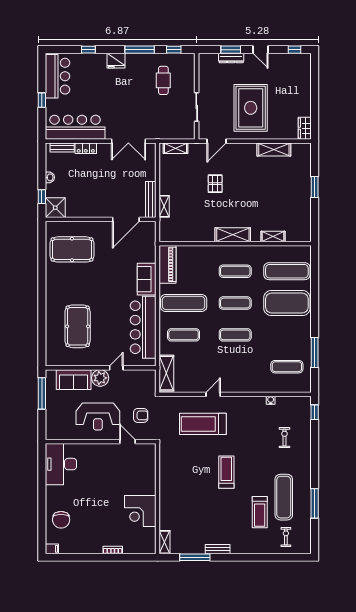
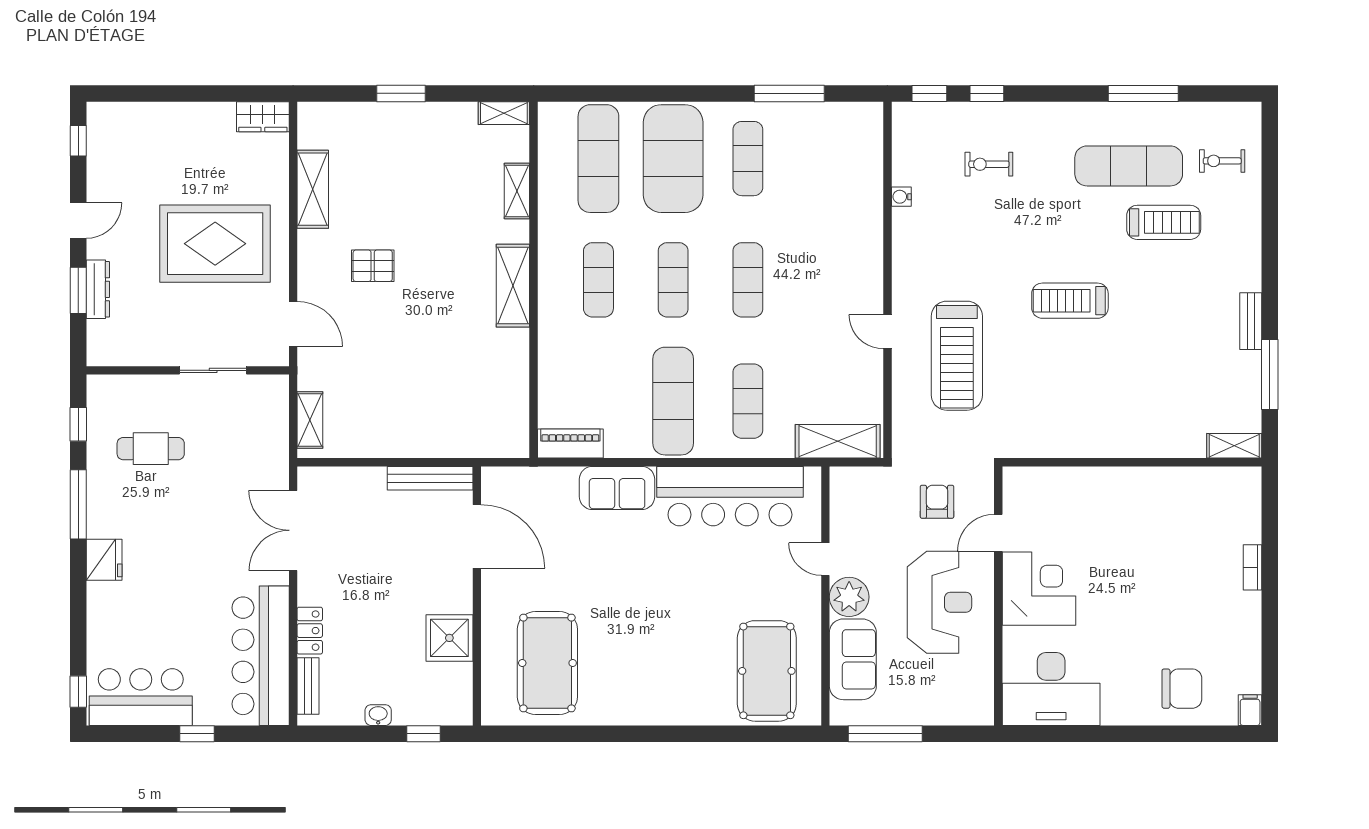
window: (88, 50) -> (78, 692), moved
double door: (128, 141) -> (293, 530), swing flipped
pallet: (215, 184) -> (373, 266), moved
shelving: (164, 206) -> (504, 113), moved
shower: (55, 208) -> (449, 638), moved
piano: (168, 264) -> (570, 443), width x0.73, depth x0.75
pool table: (78, 326) -> (767, 671), moved, turned 90
exercise mat: (287, 367) -> (748, 159), moved
window: (315, 437) -> (987, 93), added
corner desk: (140, 511) -> (1039, 589), moved, turned -90

